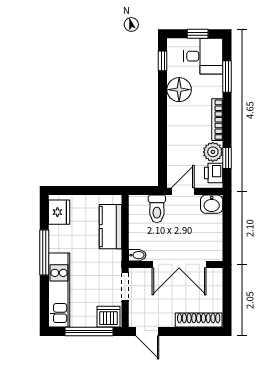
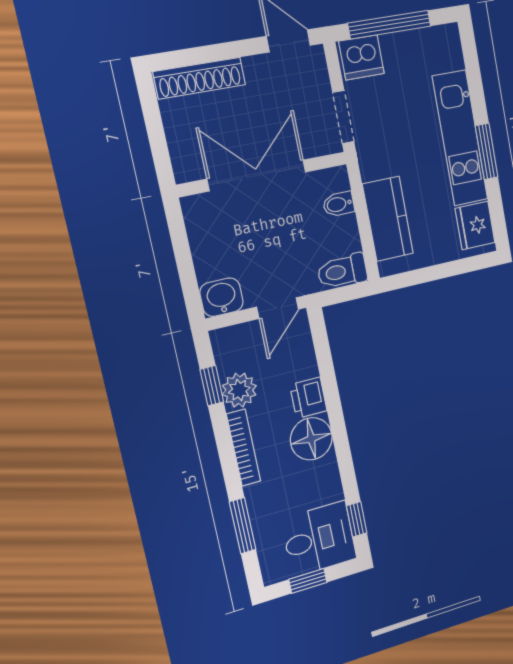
desk: (203, 56) -> (319, 539), moved, turned 180
floor lamp: (179, 90) -> (311, 439), moved
printer: (214, 173) -> (308, 398), moved, turned 180
toilet: (157, 209) -> (342, 271), moved, turned -90
window: (44, 253) -> (487, 151), width x0.69
bidet: (137, 255) -> (339, 204), moved
kitchen unit: (59, 290) -> (460, 138), moved

